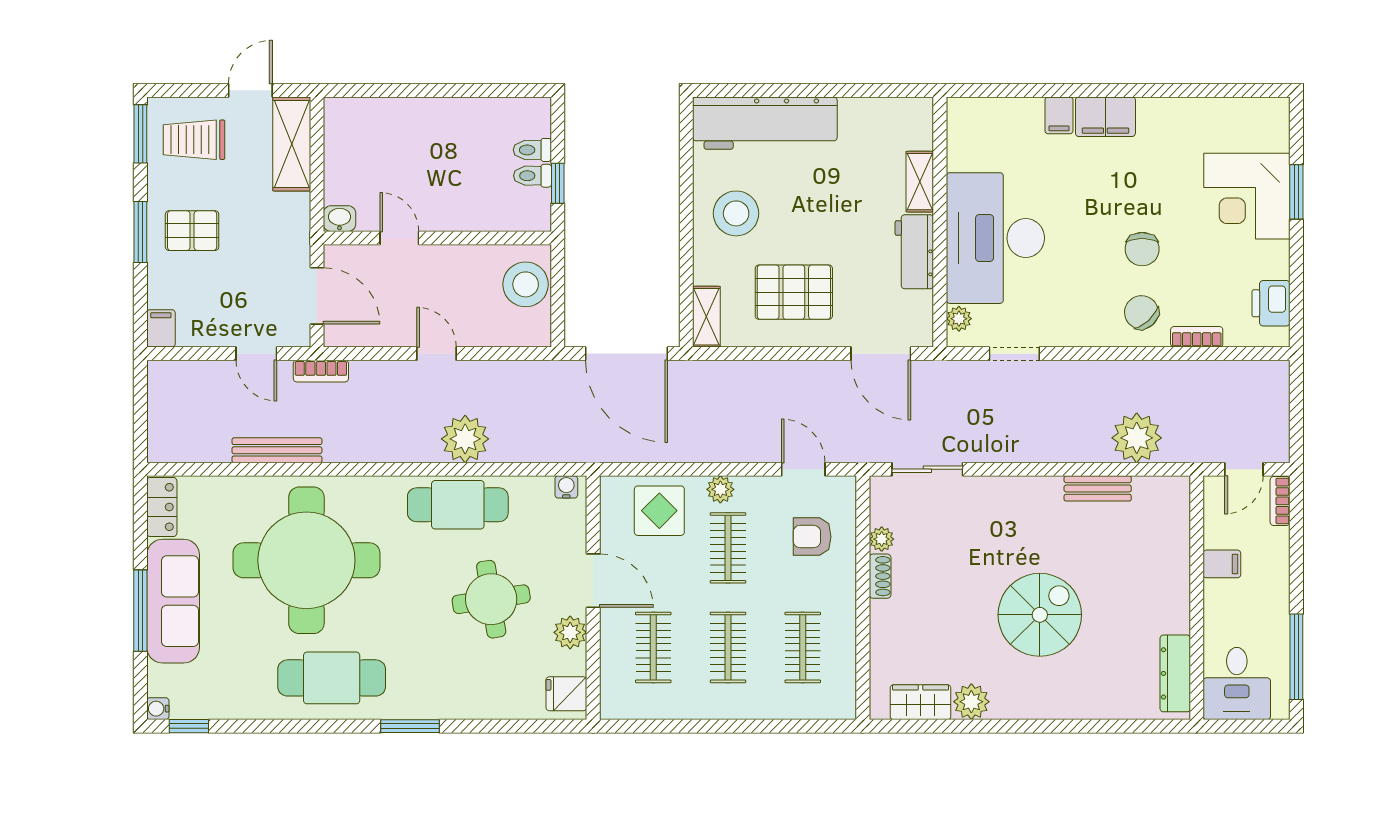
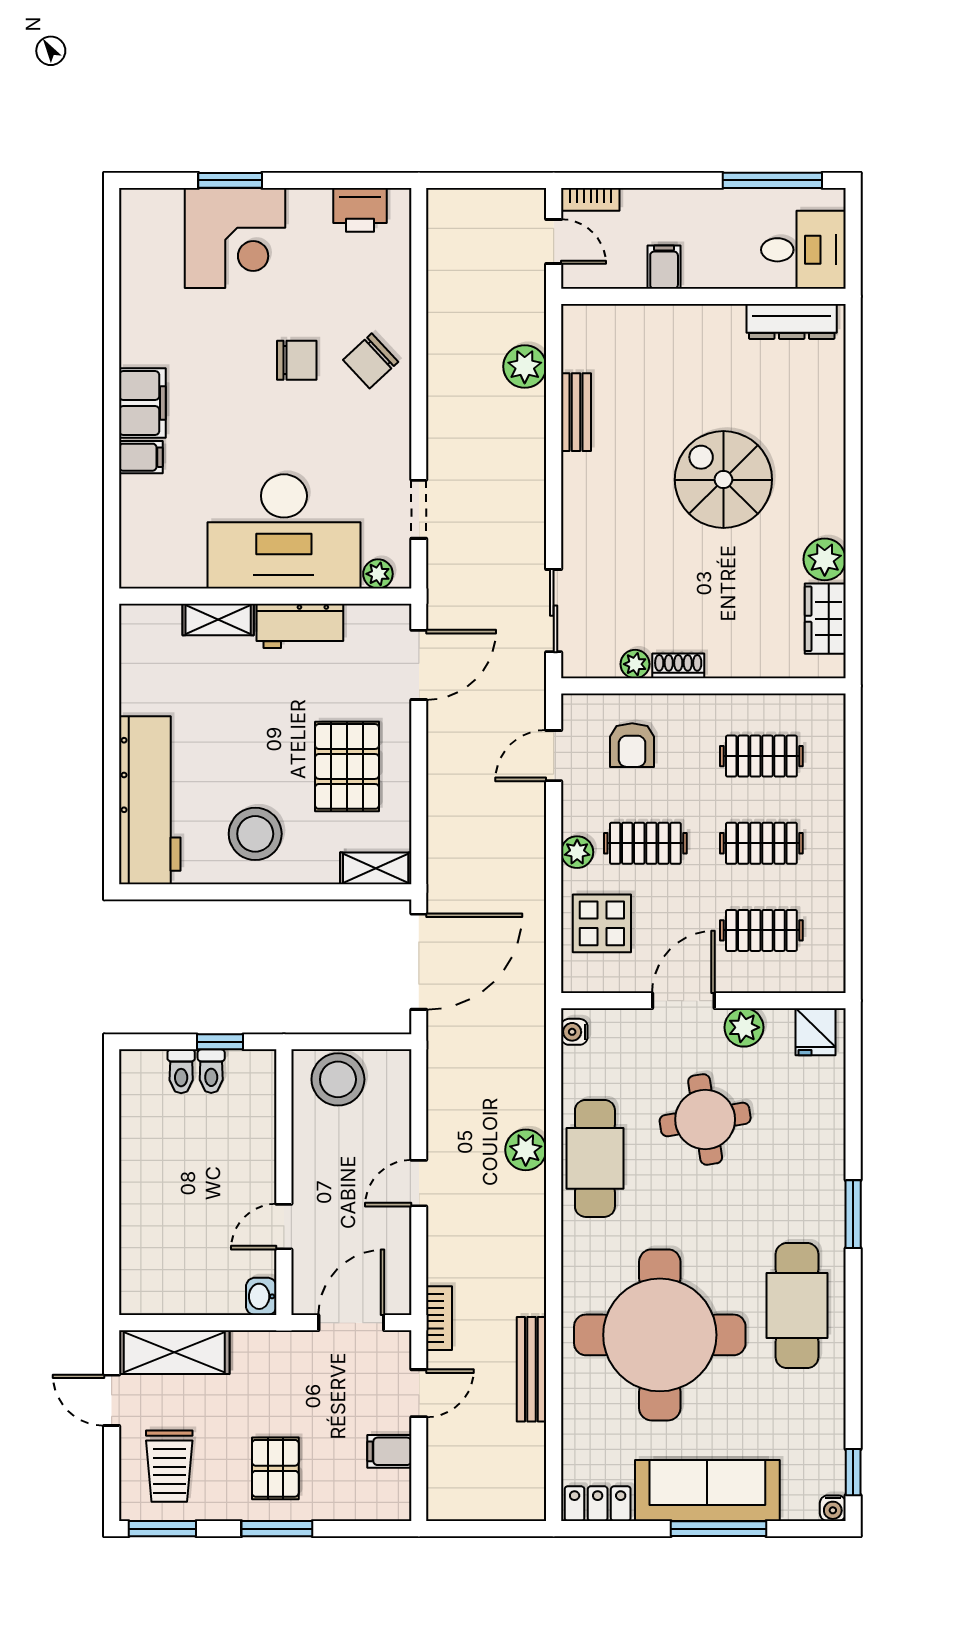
filing cabinet: (161, 328) -> (389, 1451), moved
bookcase: (1197, 337) -> (399, 297), removed
plant: (1137, 438) -> (525, 366), width x0.73, depth x0.73
plant: (465, 439) -> (526, 1150), width x0.73, depth x0.73

